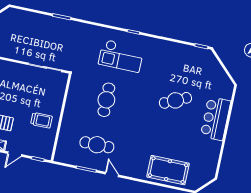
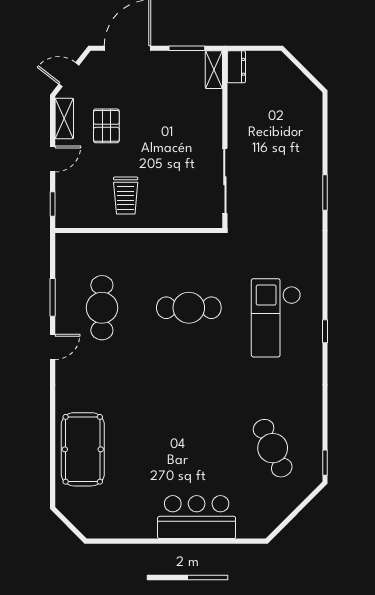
cafe table: (175, 100) -> (273, 448), moved
door: (15, 154) -> (53, 159), swing flipped

